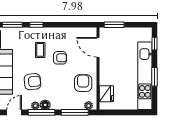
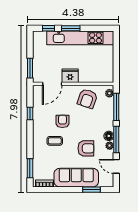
window: (36, 25) -> (30, 113), moved
window: (155, 77) -> (71, 28), moved
armchair: (33, 82) -> (86, 148), turned 96
armchair: (83, 83) -> (87, 99), turned -71
fridge: (106, 94) -> (70, 76), moved

